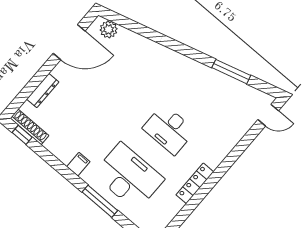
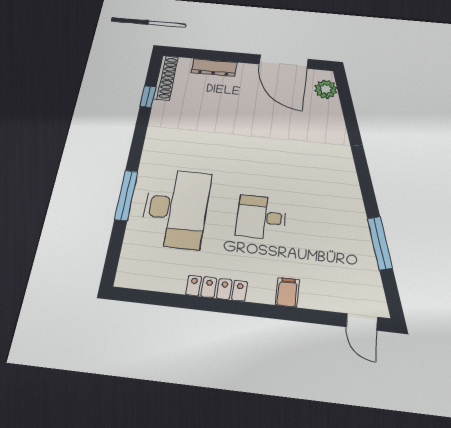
desk: (169, 129) -> (261, 217), width x0.73
window: (22, 135) -> (148, 97), moved
filing cabinet: (78, 164) -> (287, 292), moved, turned -90

